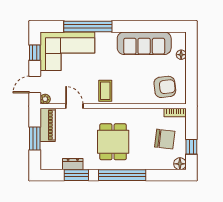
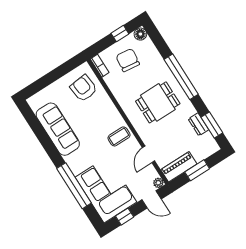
floor lamp: (181, 55) -> (48, 92), removed
window: (76, 175) -> (212, 125), moved

